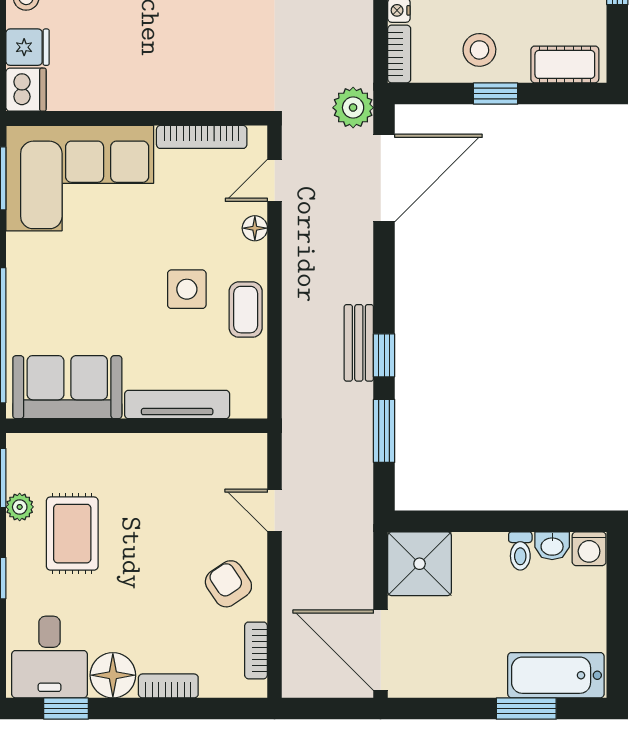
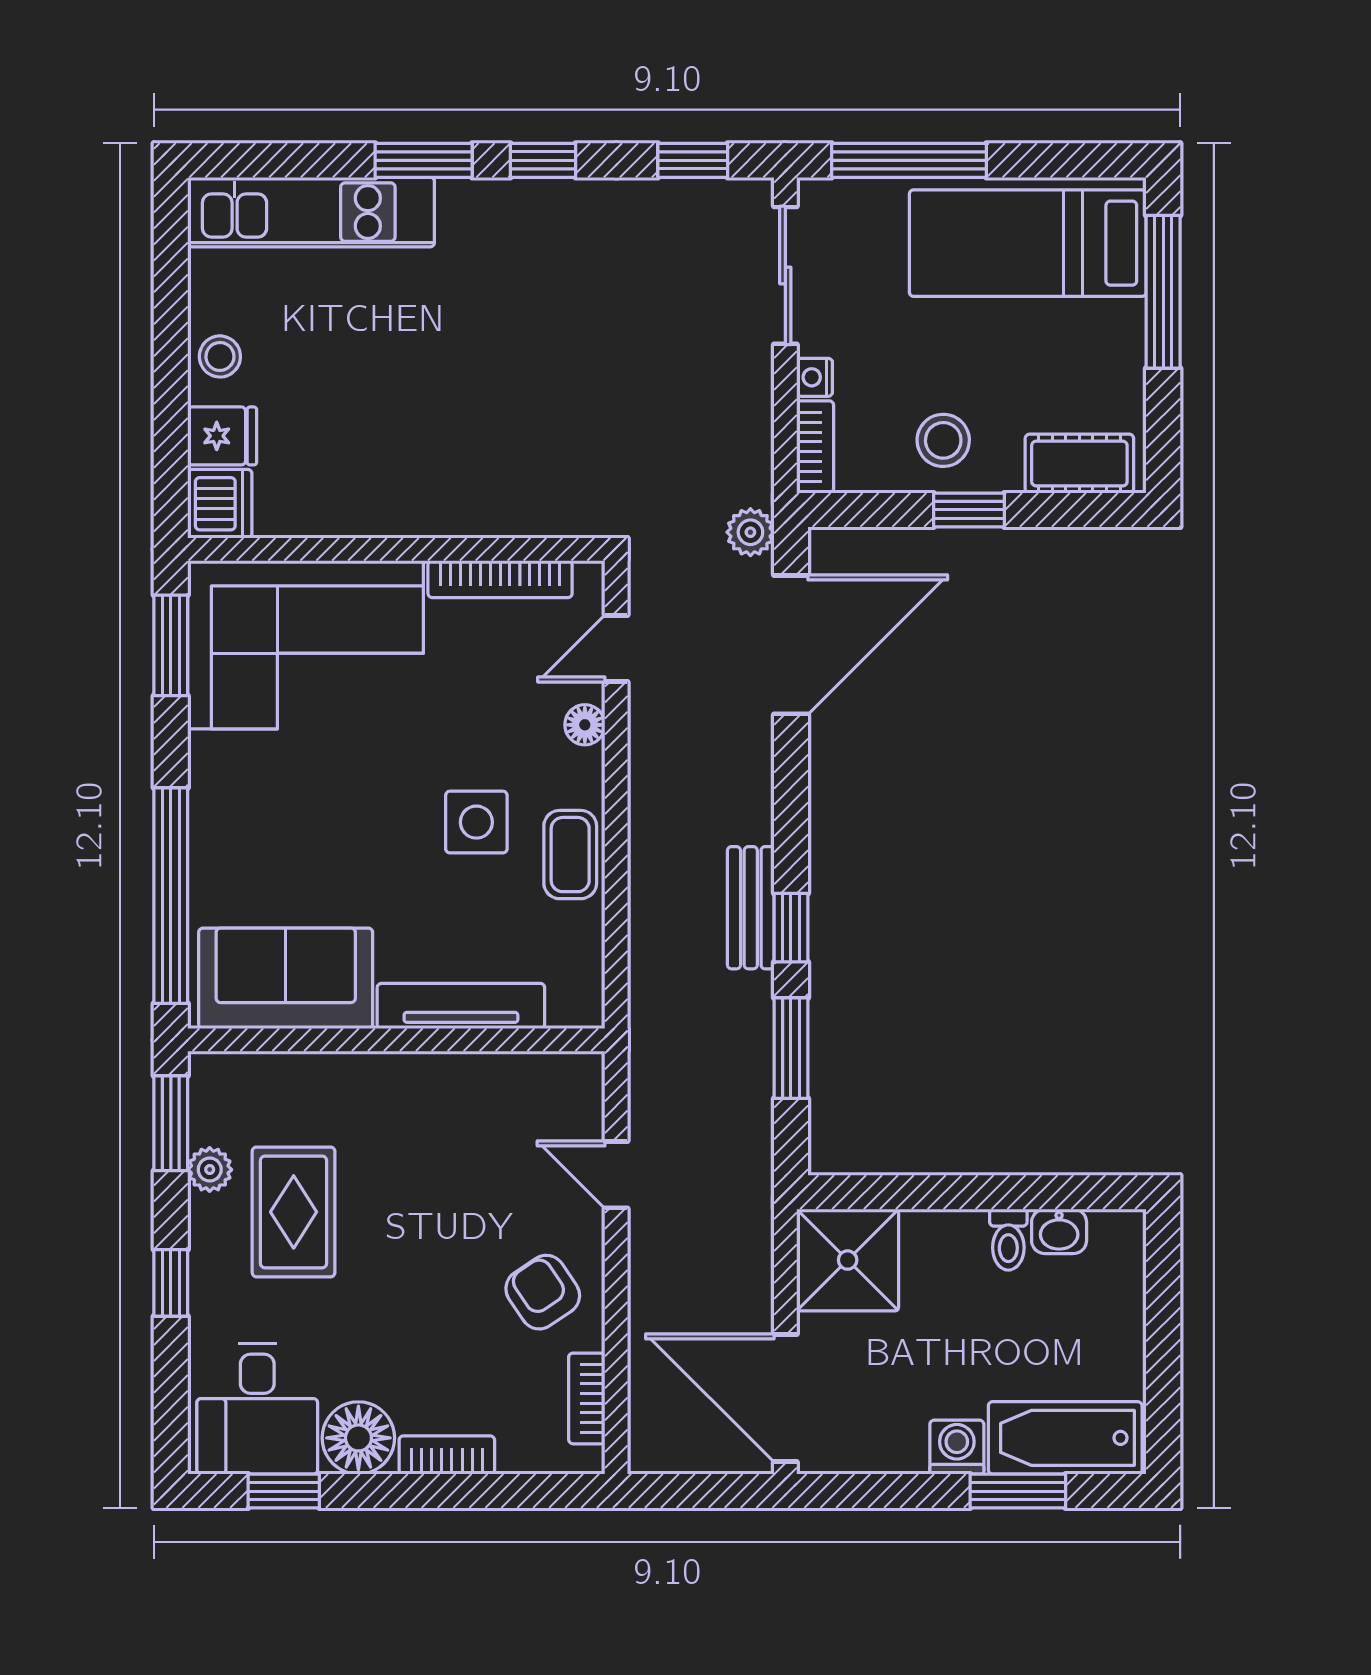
plant: (353, 108) -> (750, 532), width x0.73, depth x0.73
washing machine: (589, 549) -> (957, 1447), moved, turned 180

